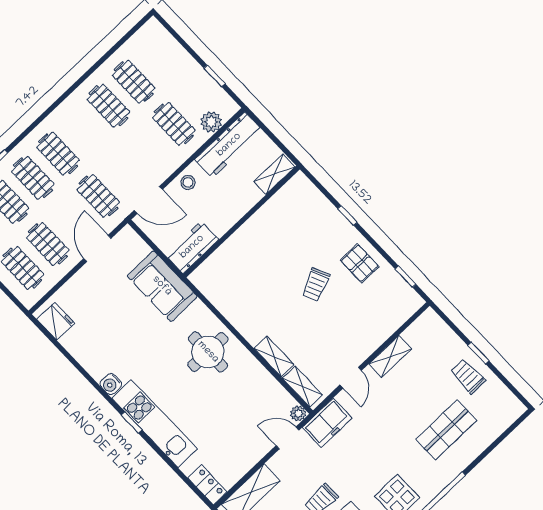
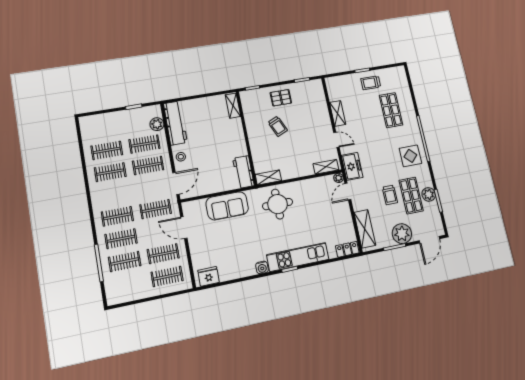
clothes rail: (149, 148) -> (148, 165), added
shelving: (274, 174) -> (233, 106), moved
wall: (241, 222) -> (246, 138), moved
workbench: (192, 247) -> (243, 172), moved
shelving: (274, 357) -> (268, 177), moved

